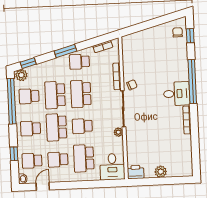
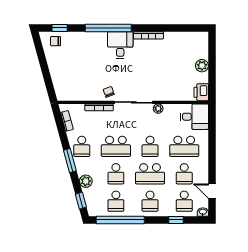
plant: (21, 75) -> (86, 181), moved
school desk: (55, 95) -> (116, 174), width x0.54

